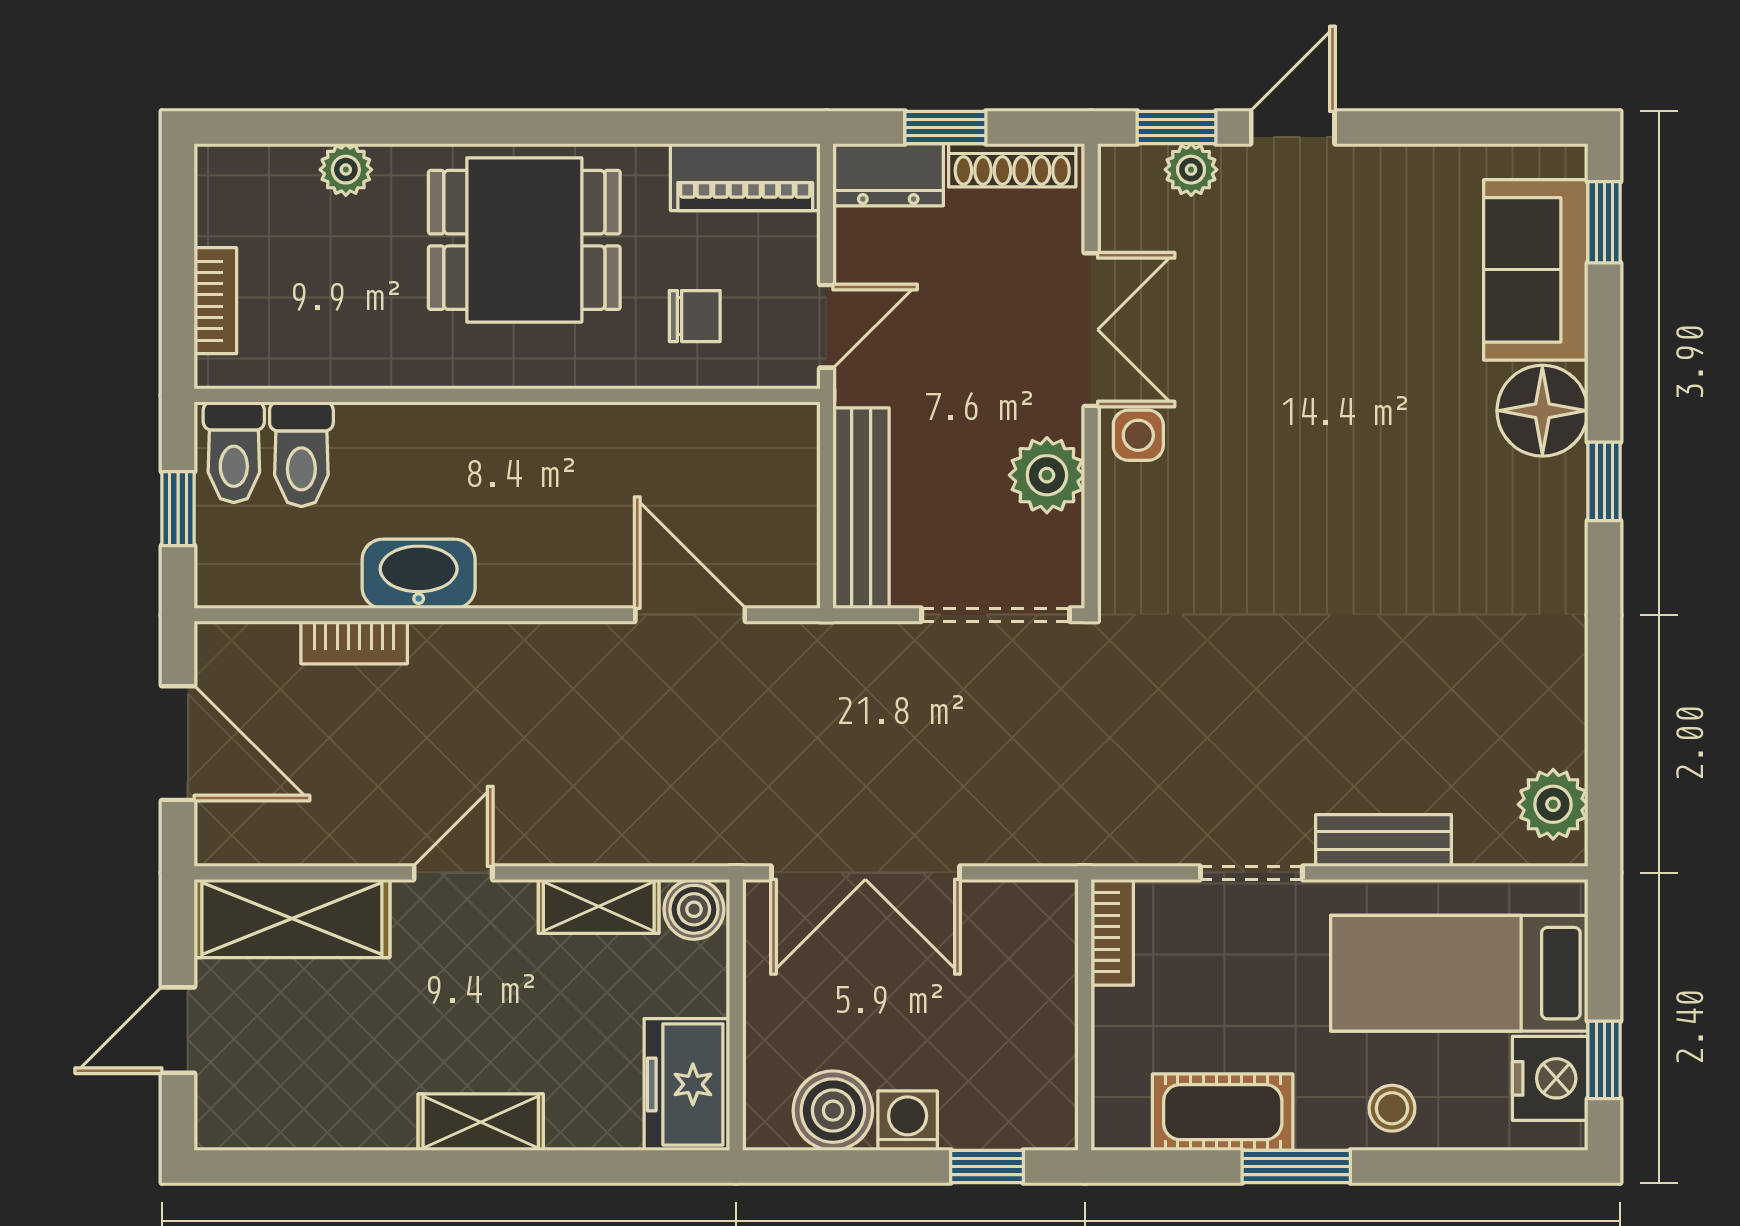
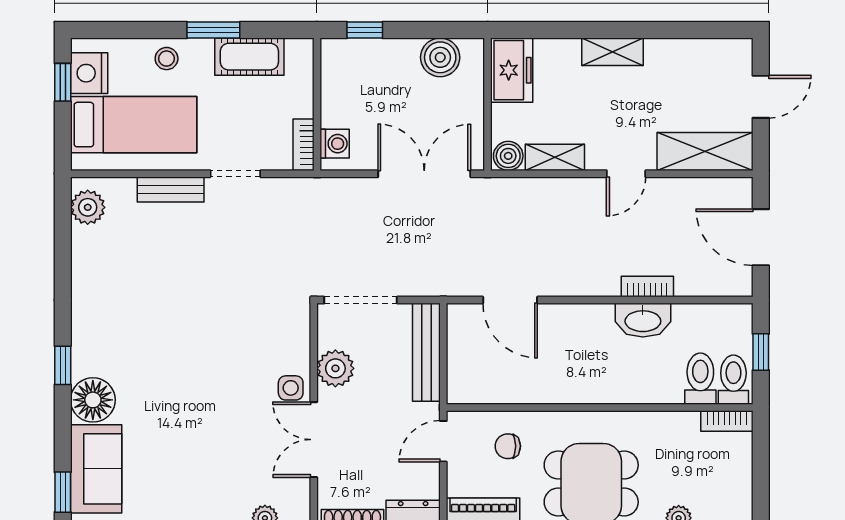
bookcase: (215, 301) -> (727, 421), moved, turned -90
bookcase: (354, 642) -> (647, 286), moved
washing machine: (908, 1121) -> (335, 144), moved, turned -90

